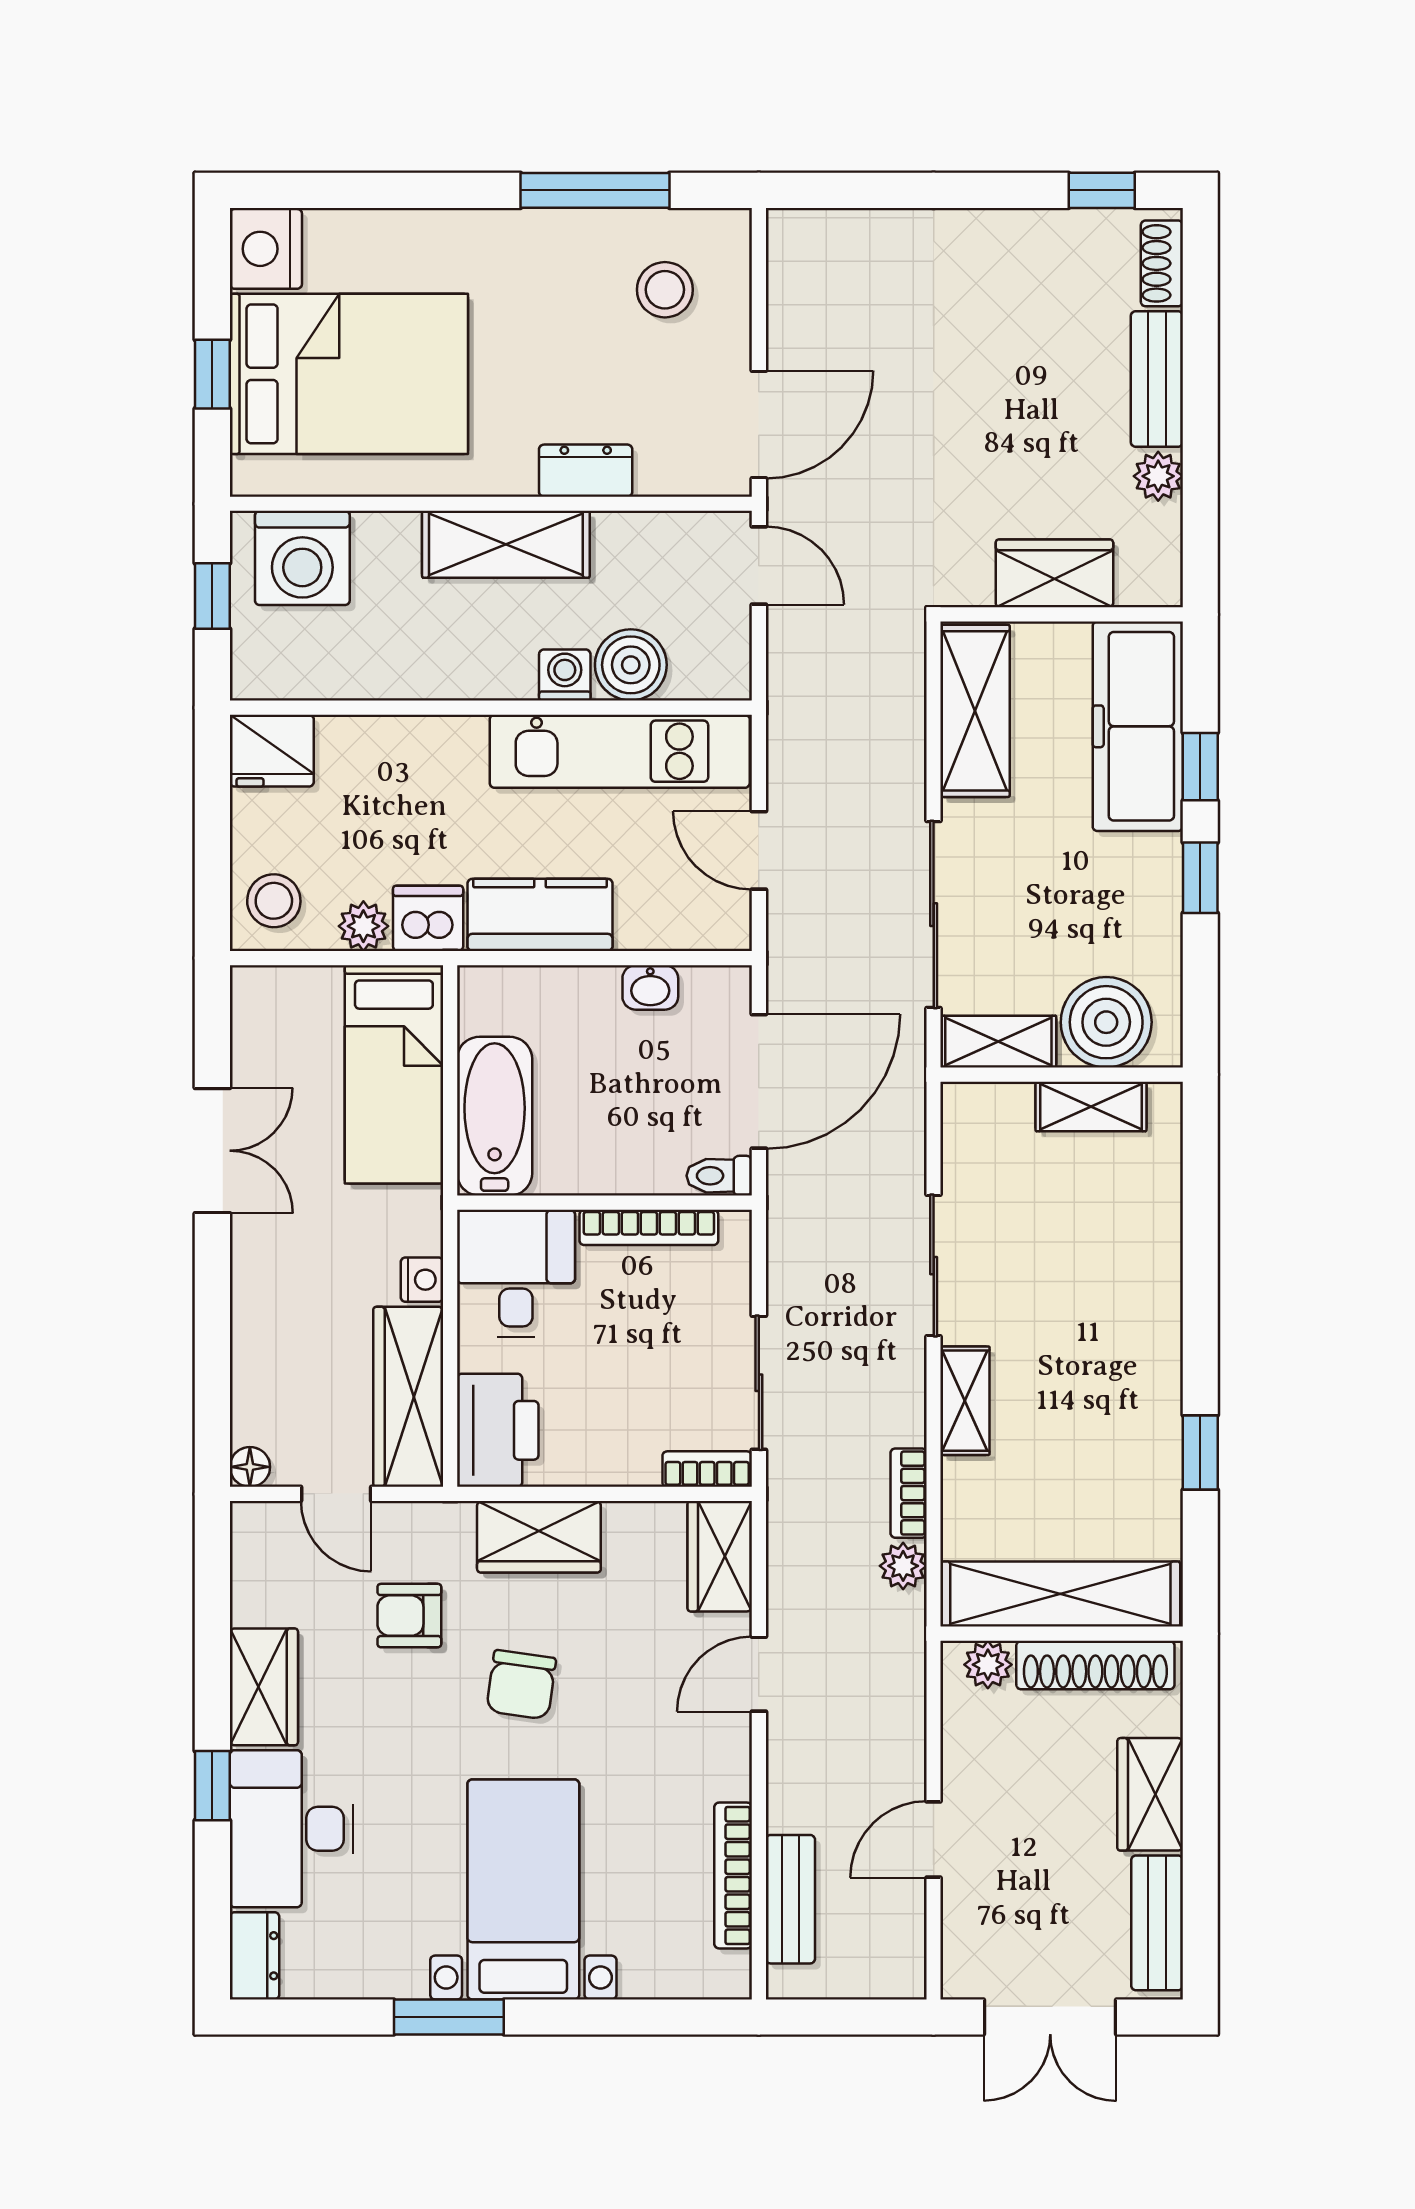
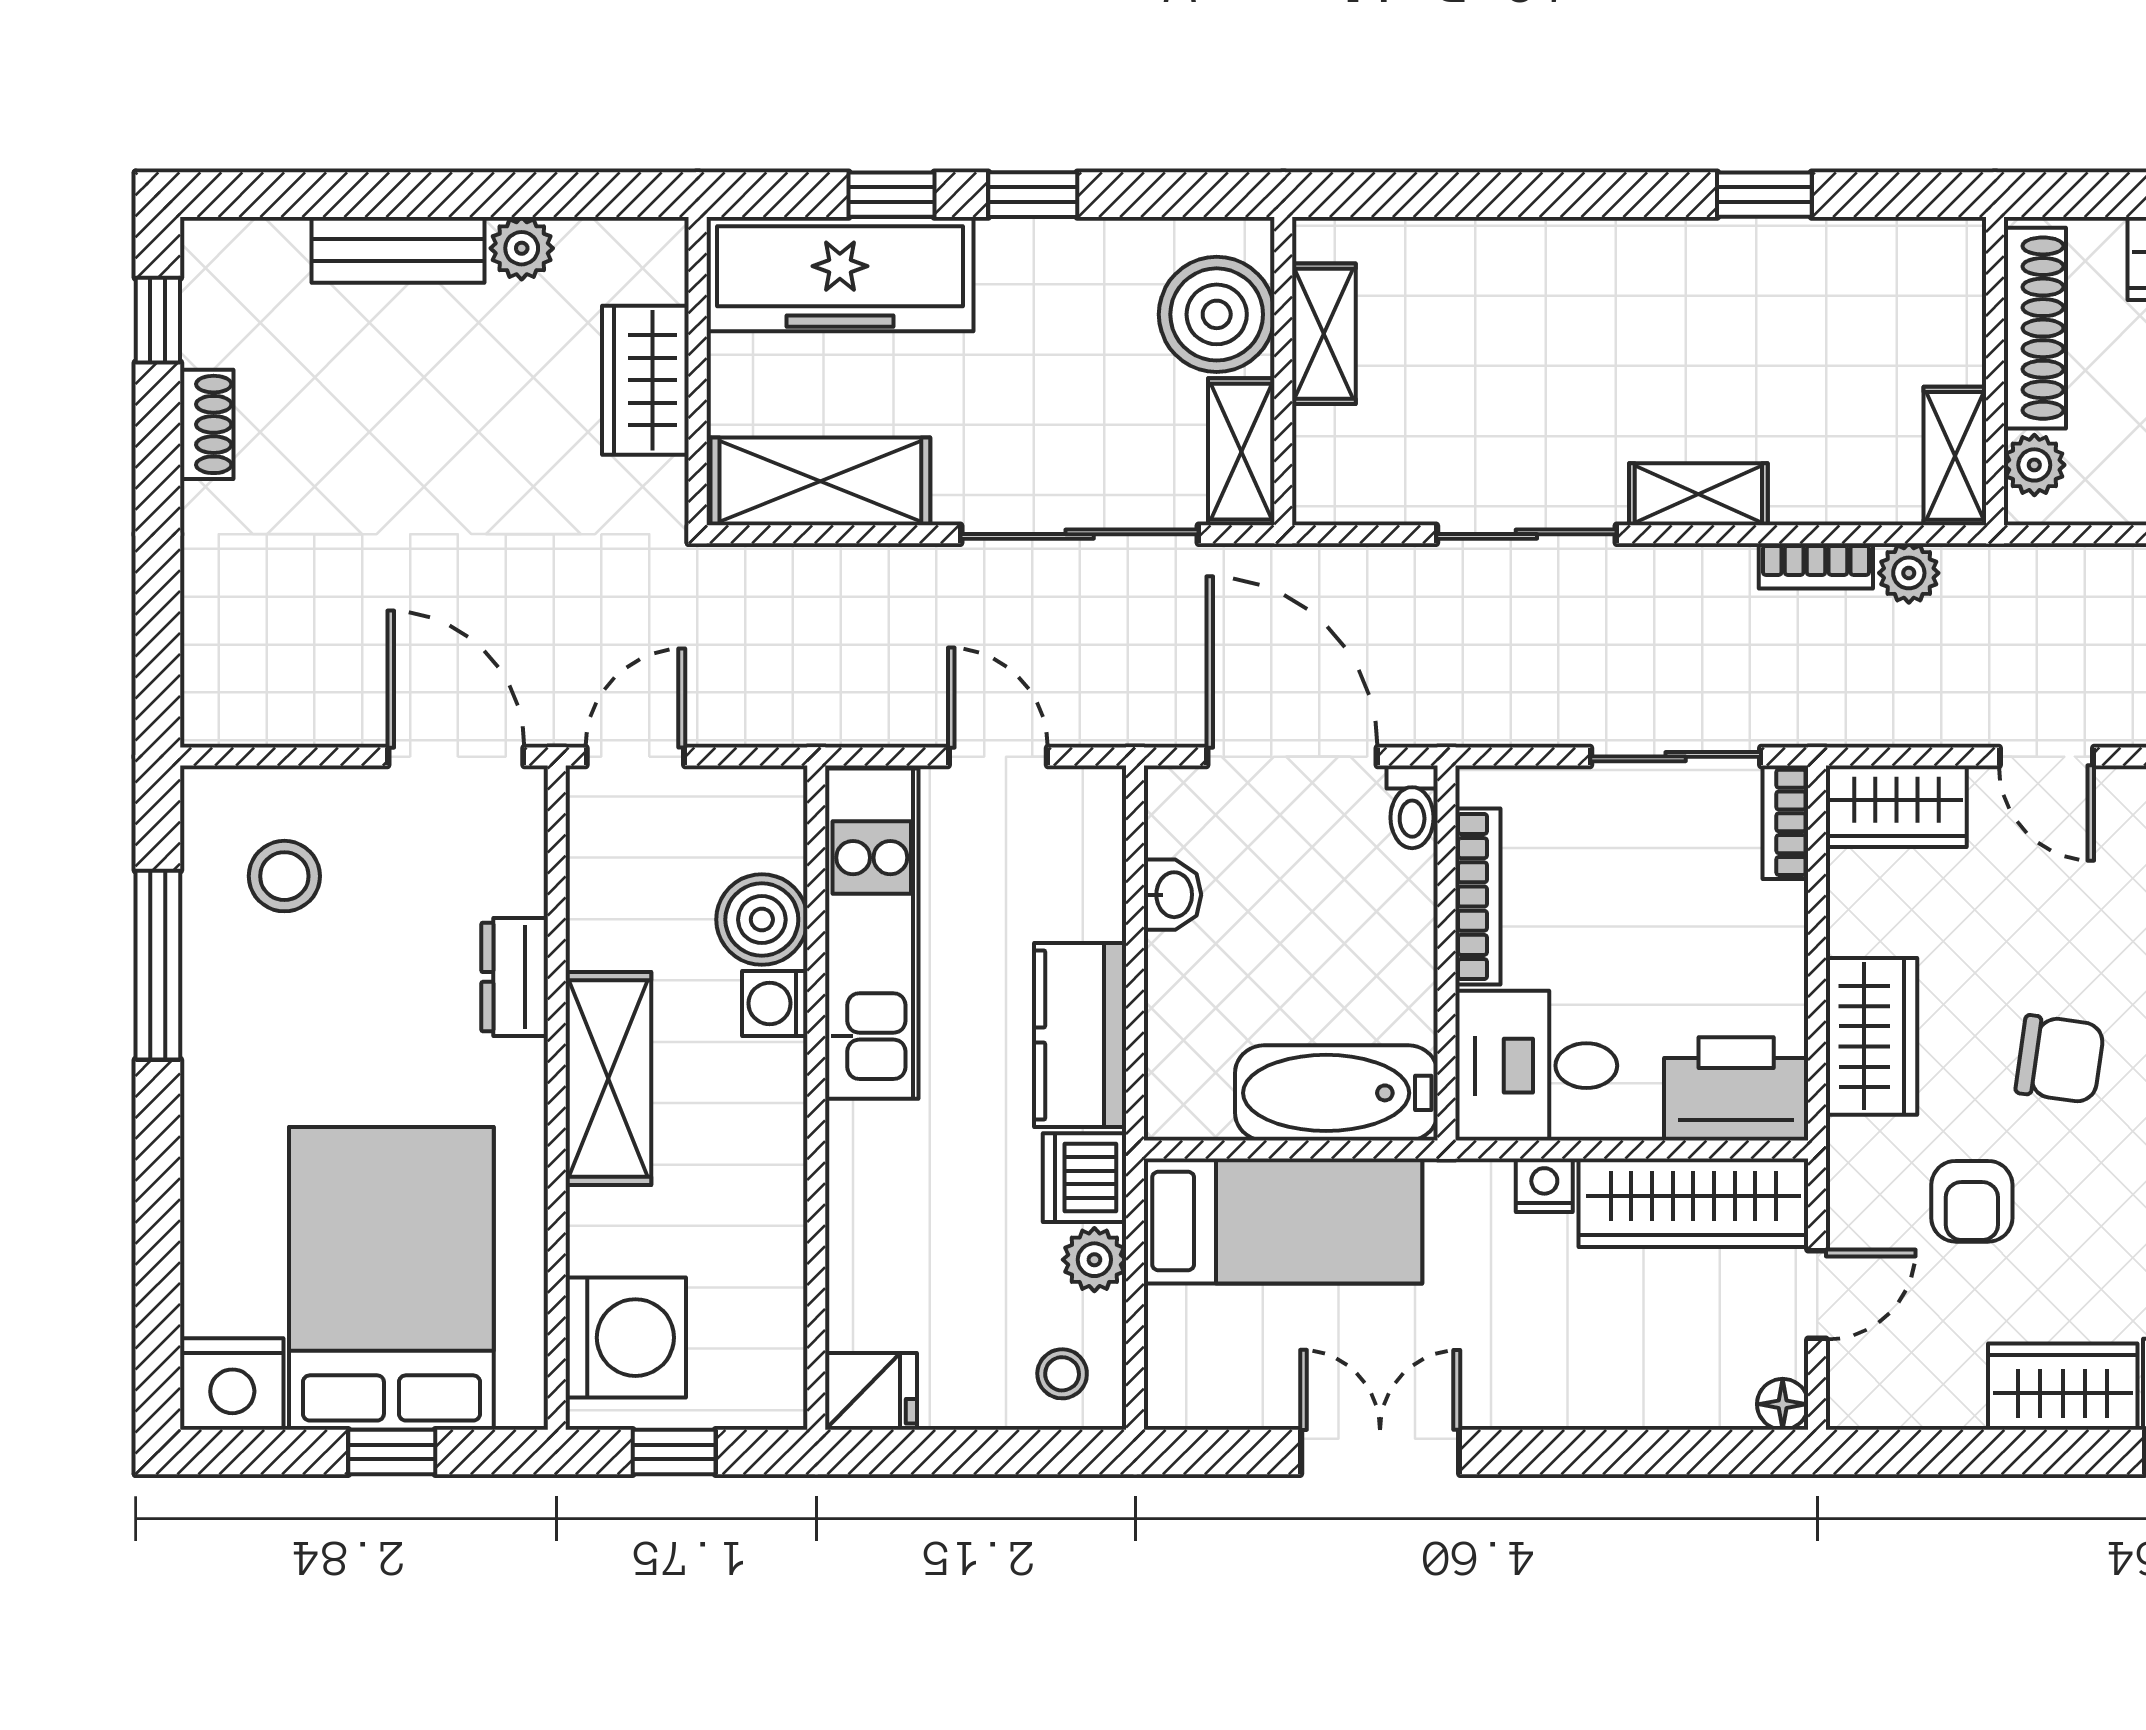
shoe rack: (1162, 263) -> (207, 424), moved, turned -90
fridge: (272, 751) -> (871, 1391), width x0.72
door: (759, 850) -> (998, 757), swing flipped
stool: (274, 901) -> (1062, 1374), width x0.73, depth x0.73
shelving: (1060, 1594) -> (1955, 456), width x0.45, depth x0.75

